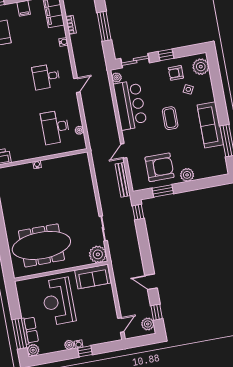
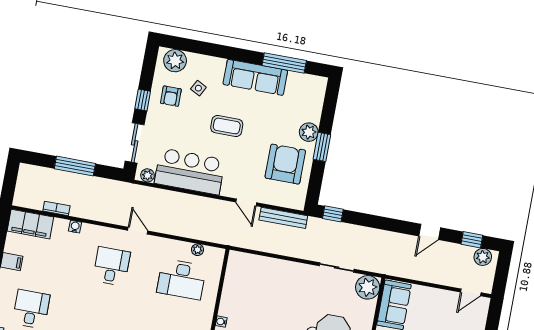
desk: (46, 77) -> (111, 266), turned 180
window: (163, 191) -> (322, 147), moved
door: (121, 325) -> (471, 292), swing flipped

